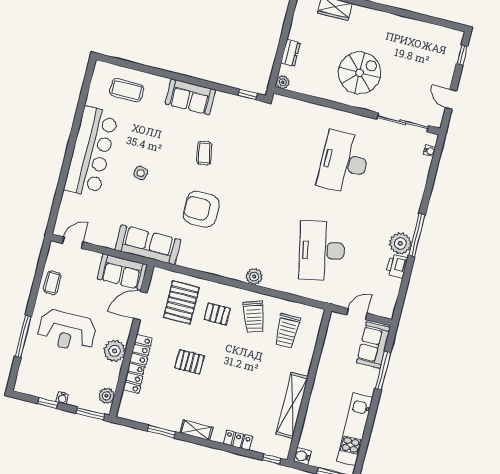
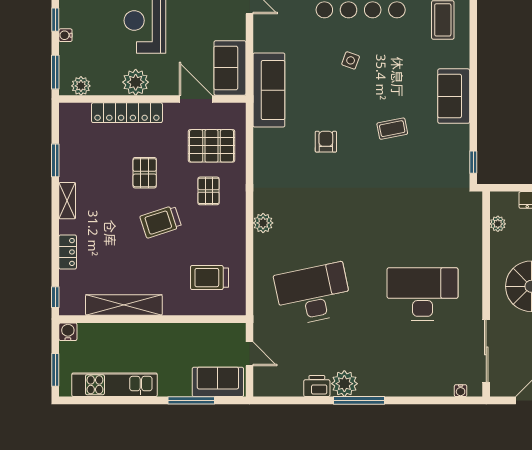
plant: (283, 82) -> (498, 224), moved
armchair: (201, 209) -> (326, 142), width x0.53, depth x0.53
trolley: (254, 317) -> (161, 222), moved

